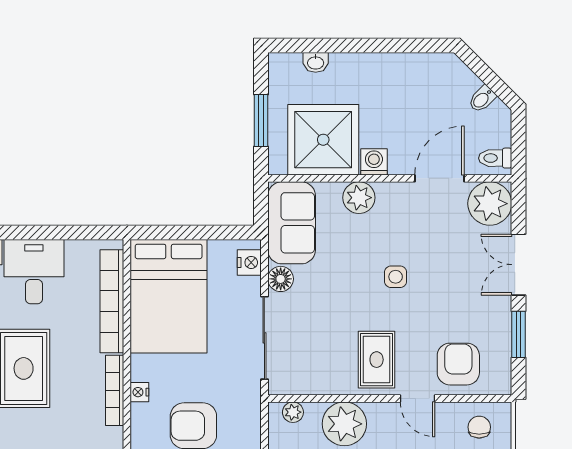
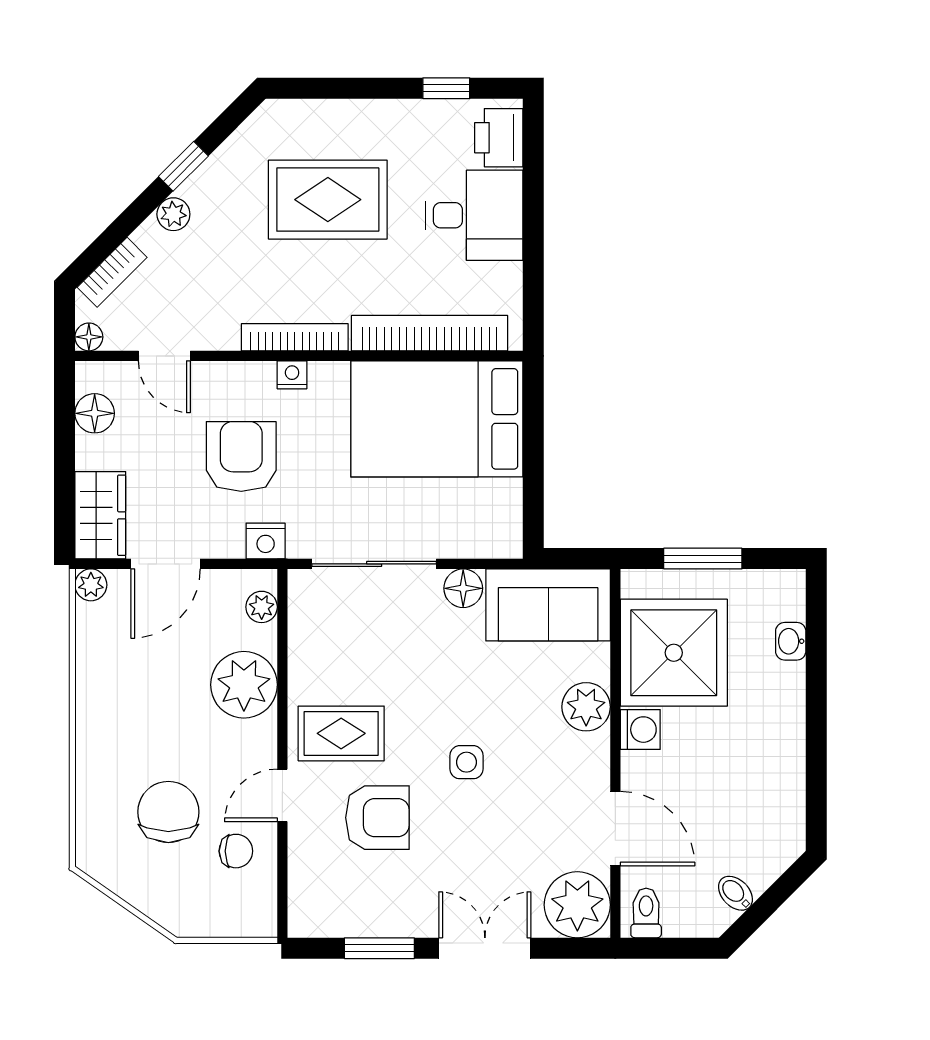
nightstand: (249, 262) -> (266, 541), moved
armchair: (458, 364) -> (377, 818), moved
chair: (479, 427) -> (236, 851), moved

